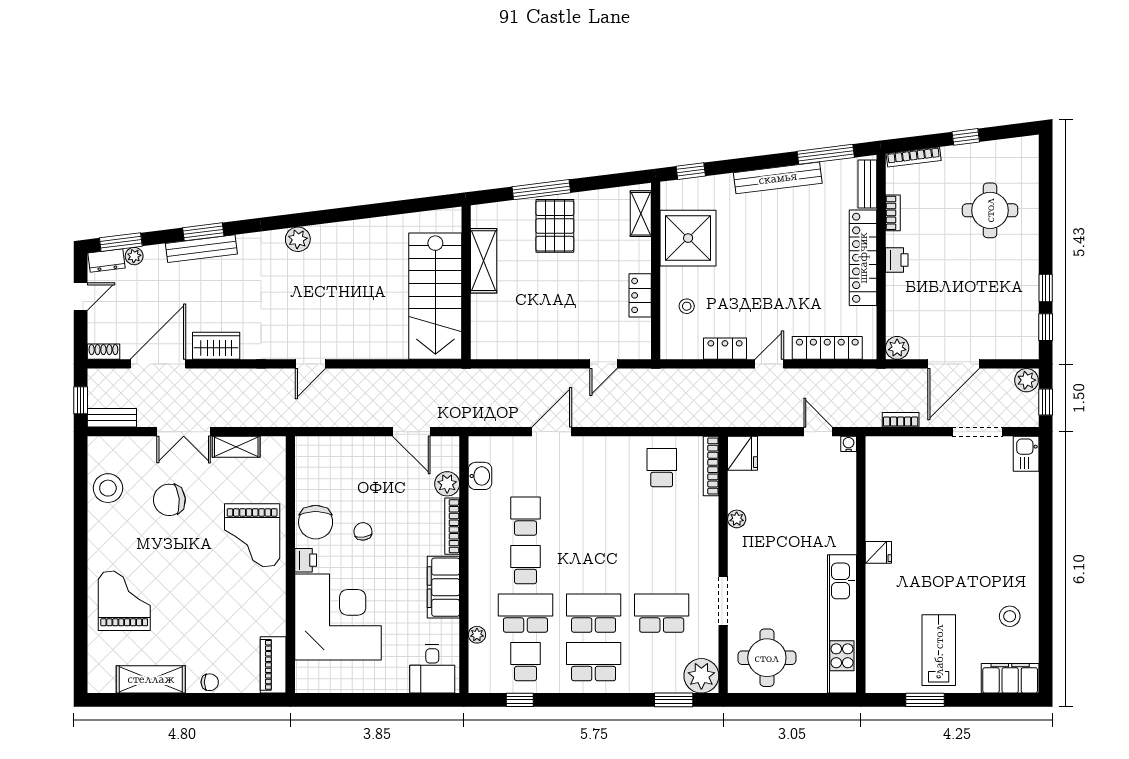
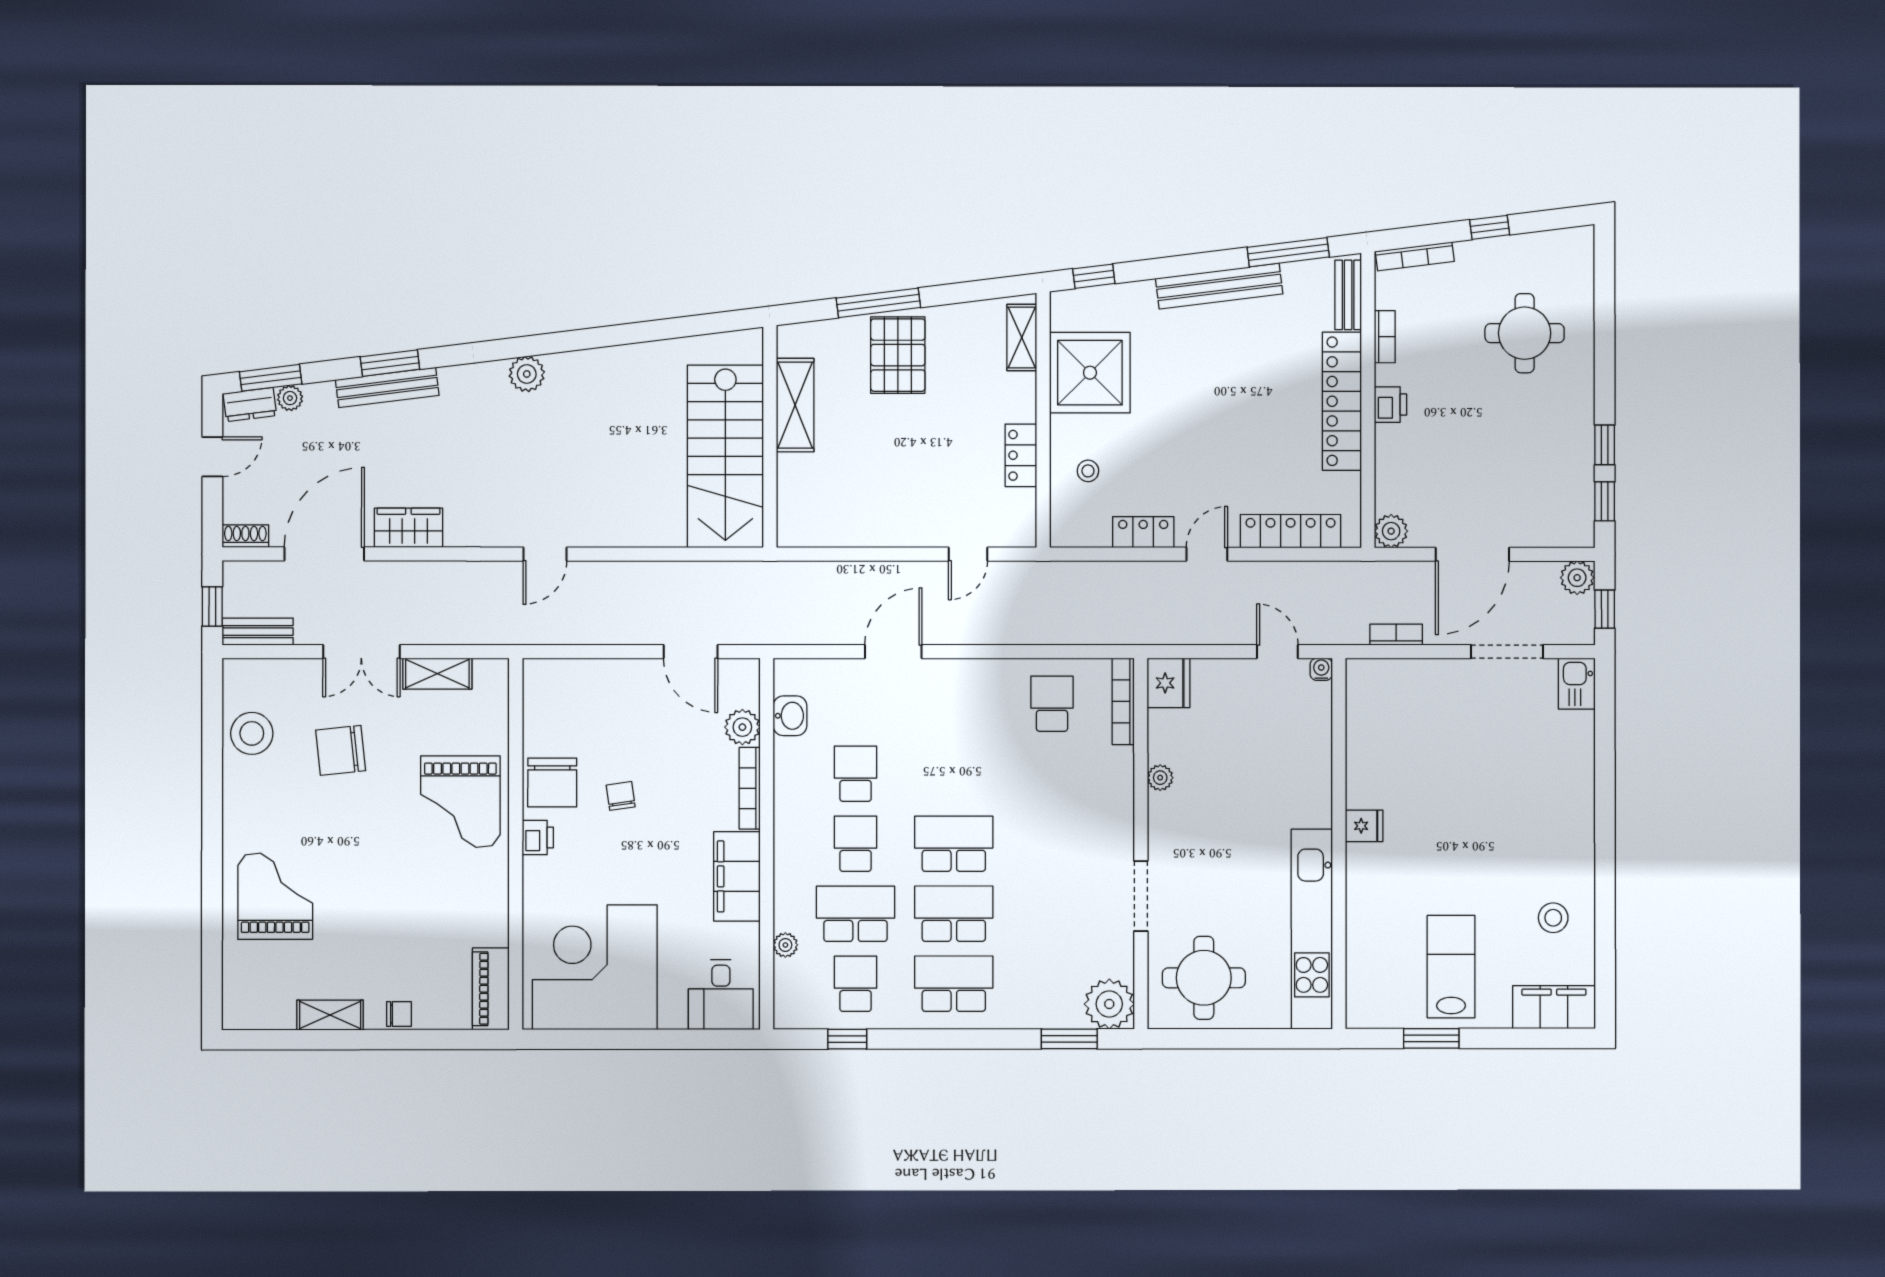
school desk: (662, 613) -> (954, 844), moved
corner desk: (338, 617) -> (595, 967), moved, turned -90
shelving: (151, 679) -> (330, 1015), width x0.67, depth x0.75

